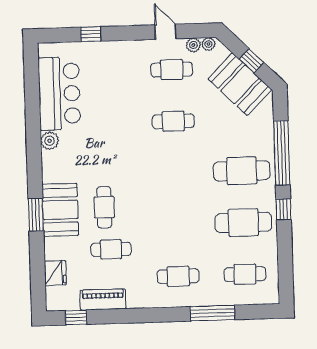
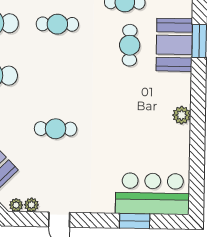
window: (91, 34) -> (135, 221), width x1.50
cafe table: (172, 70) -> (57, 24), moved
bar counter: (59, 94) -> (153, 194), moved, turned 90

